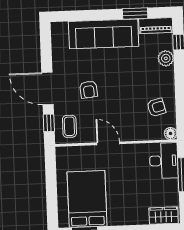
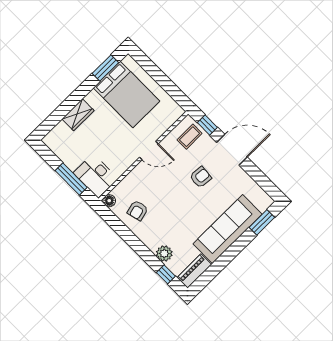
window: (135, 13) -> (262, 222), moved
armchair: (89, 90) -> (200, 177), turned 101
coffee table: (69, 126) -> (190, 137), turned 90
wardrobe: (164, 216) -> (78, 115), moved

